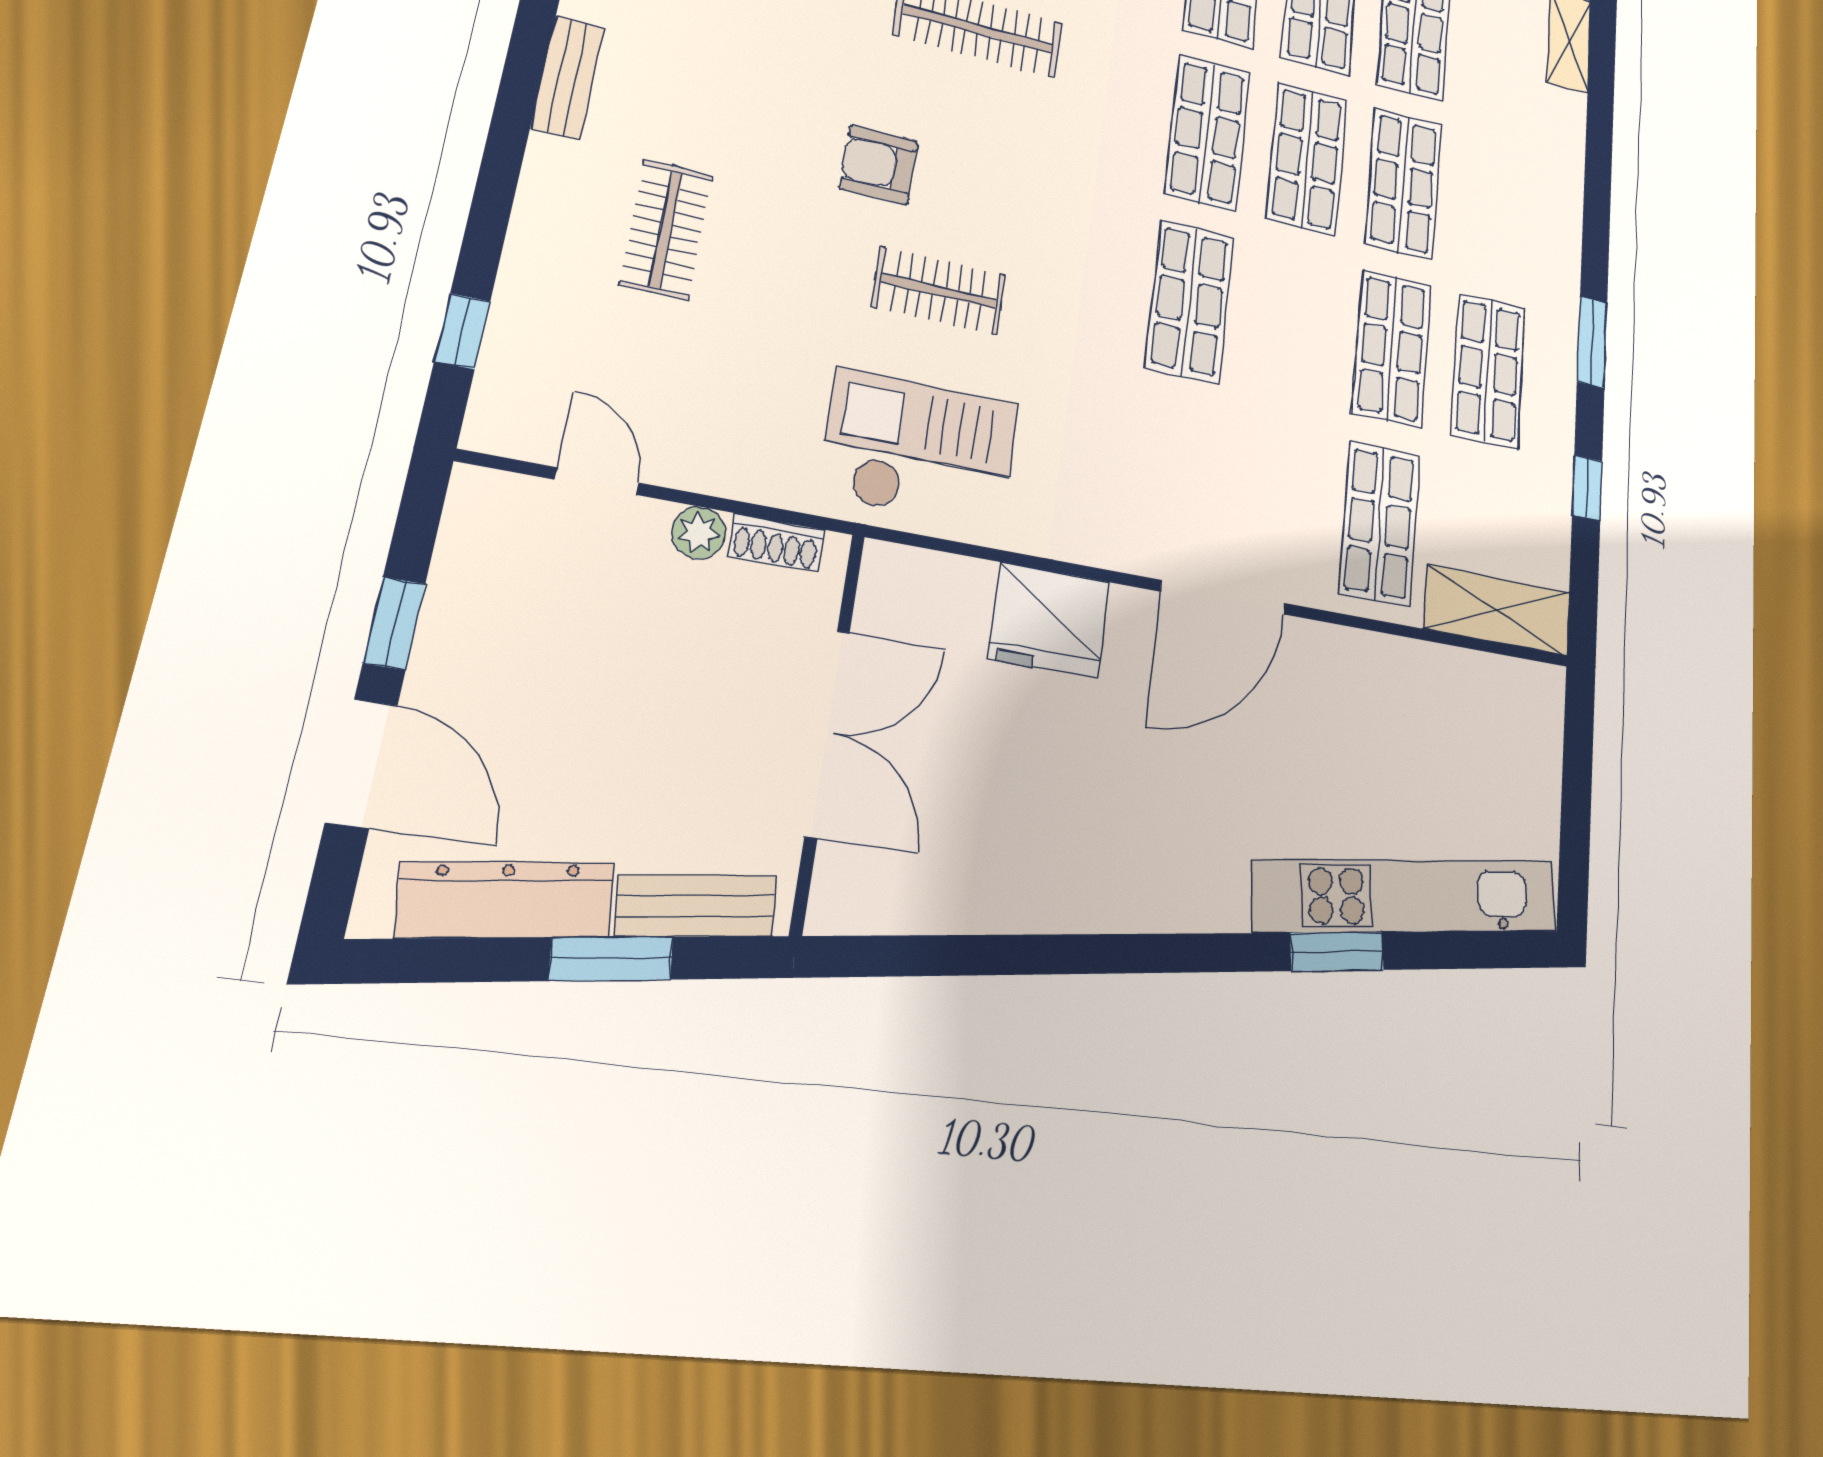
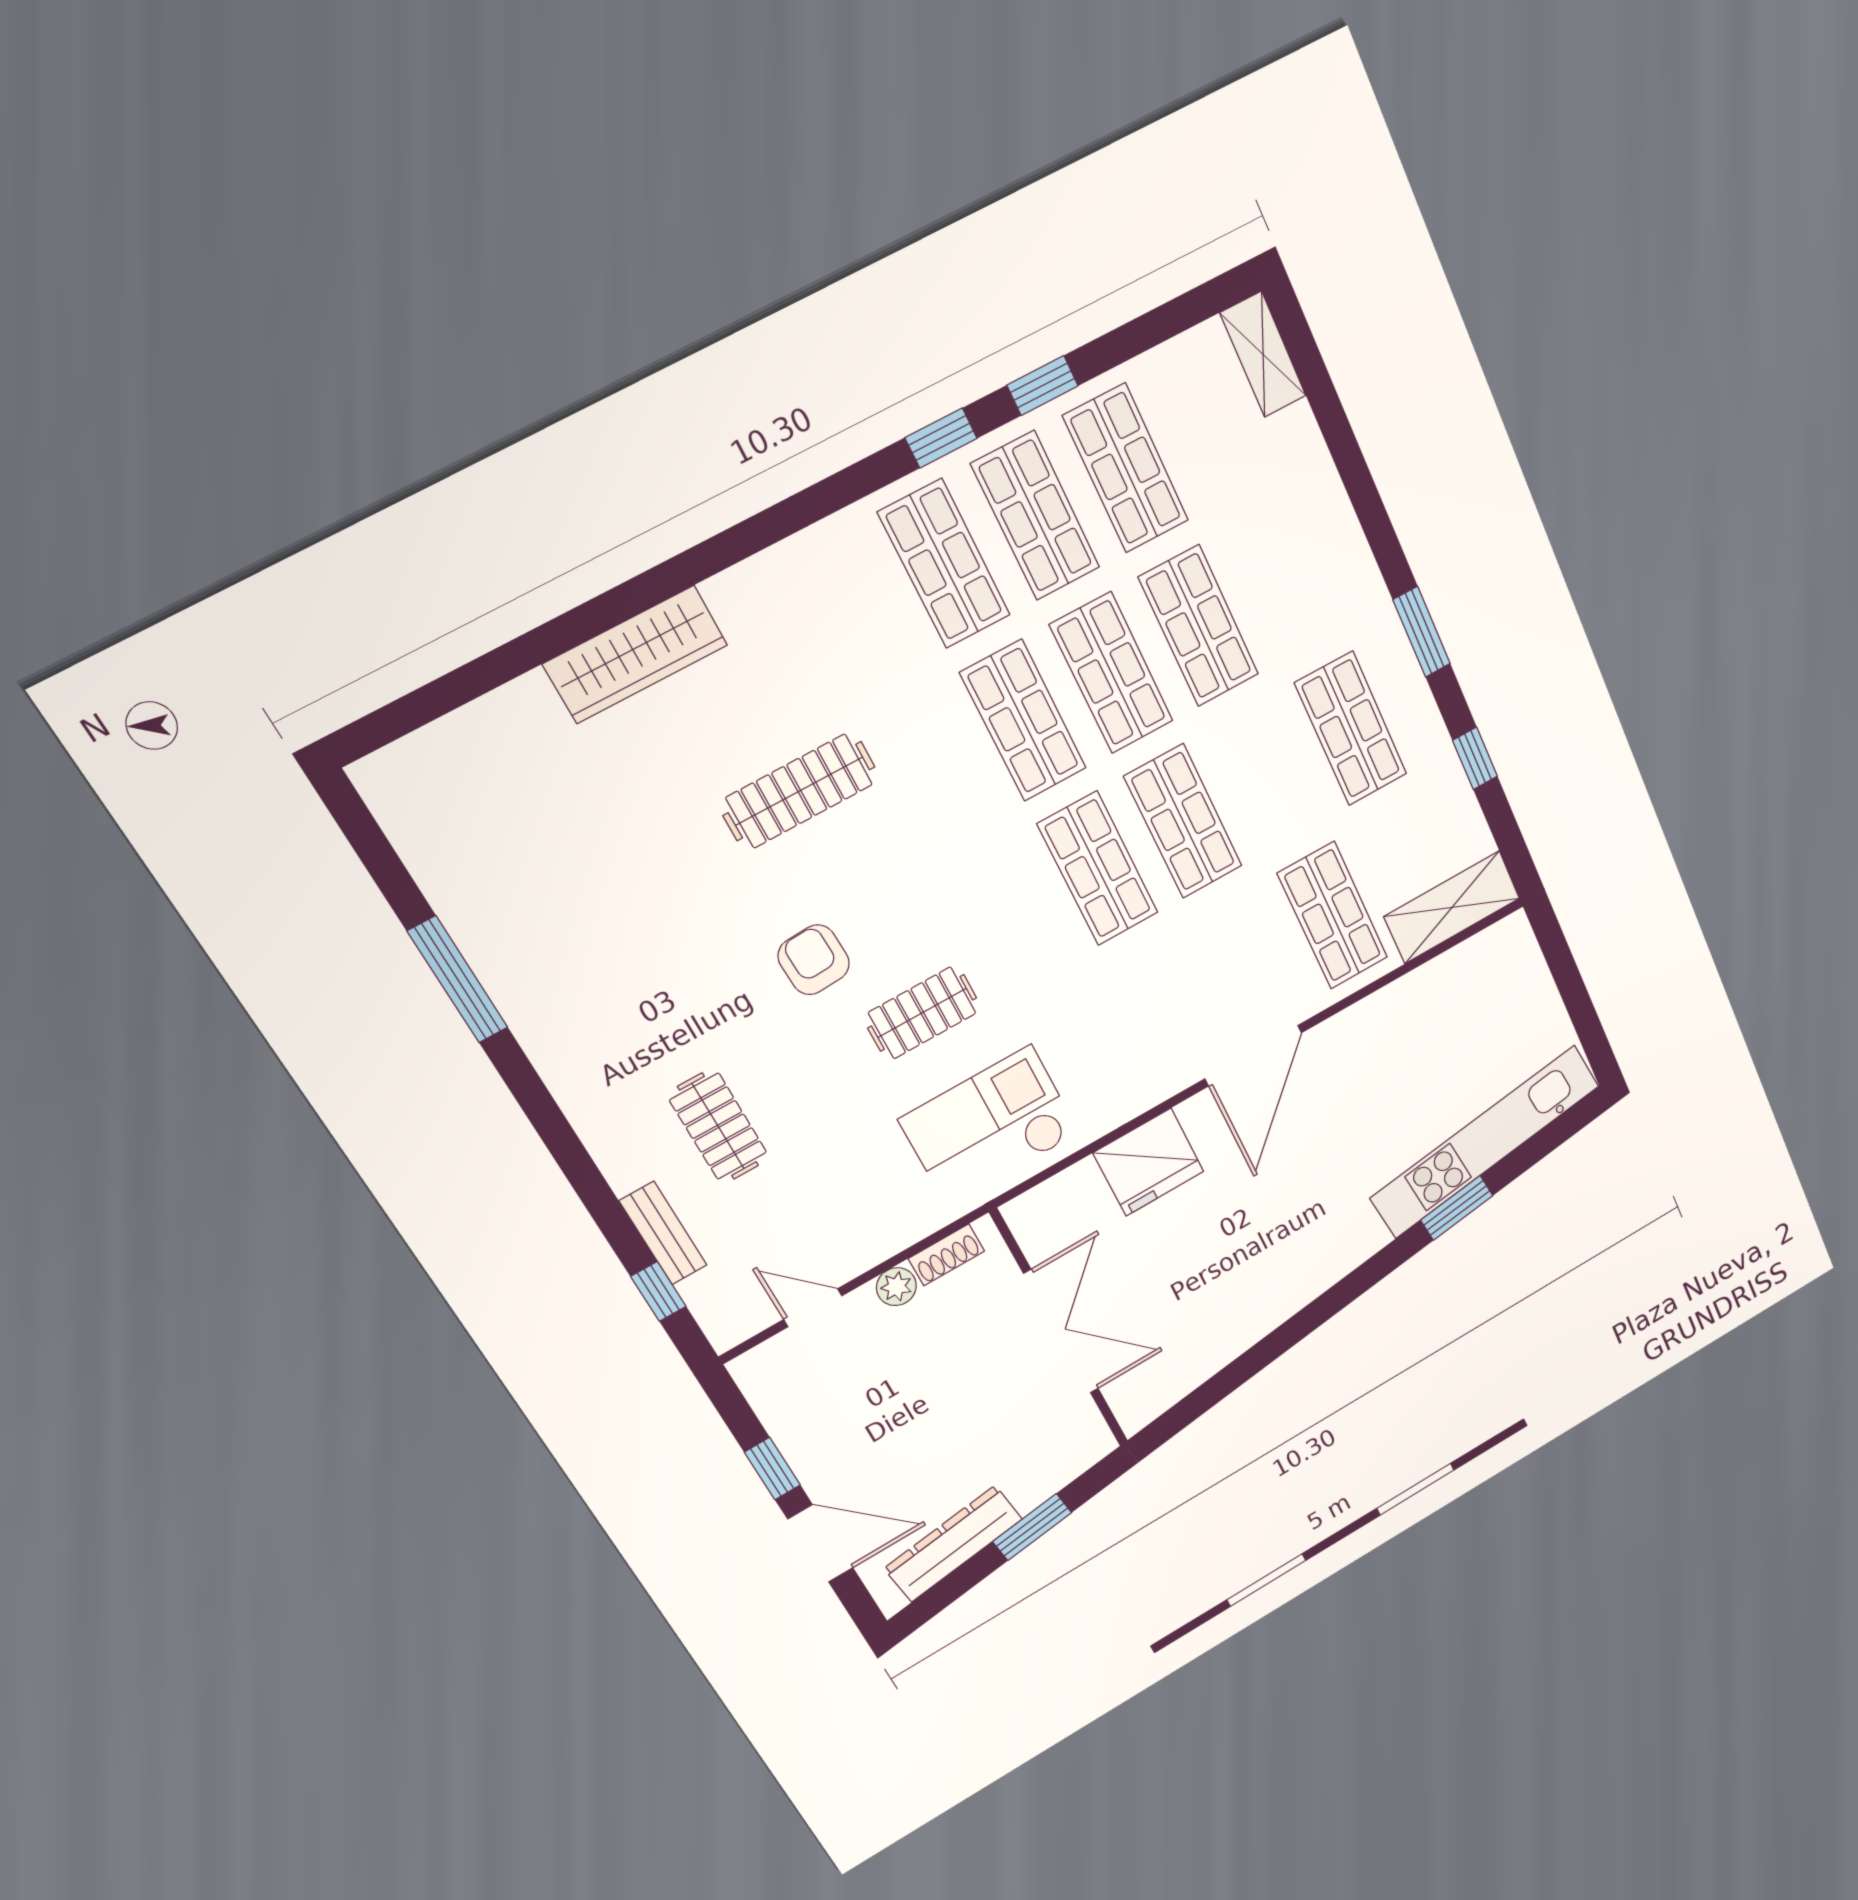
bench: (567, 78) -> (663, 1233), moved
armchair: (879, 165) -> (814, 960), turned 87
shop shelf: (1392, 348) -> (1183, 821), moved
bench: (696, 906) -> (1057, 1470), removed

